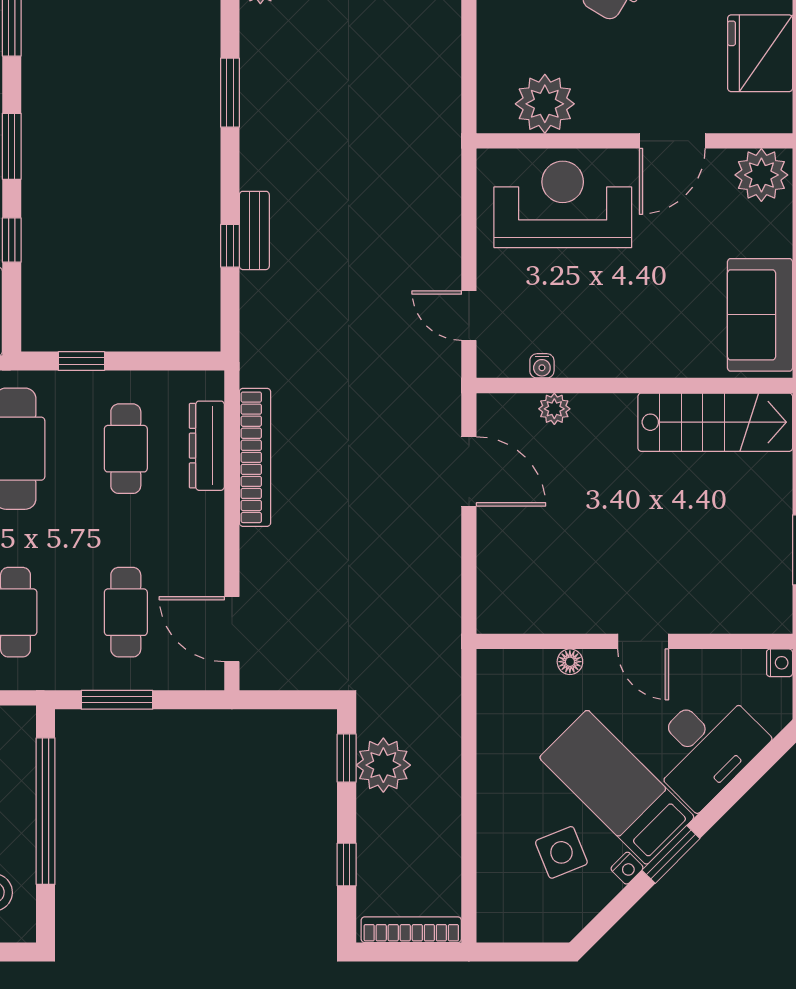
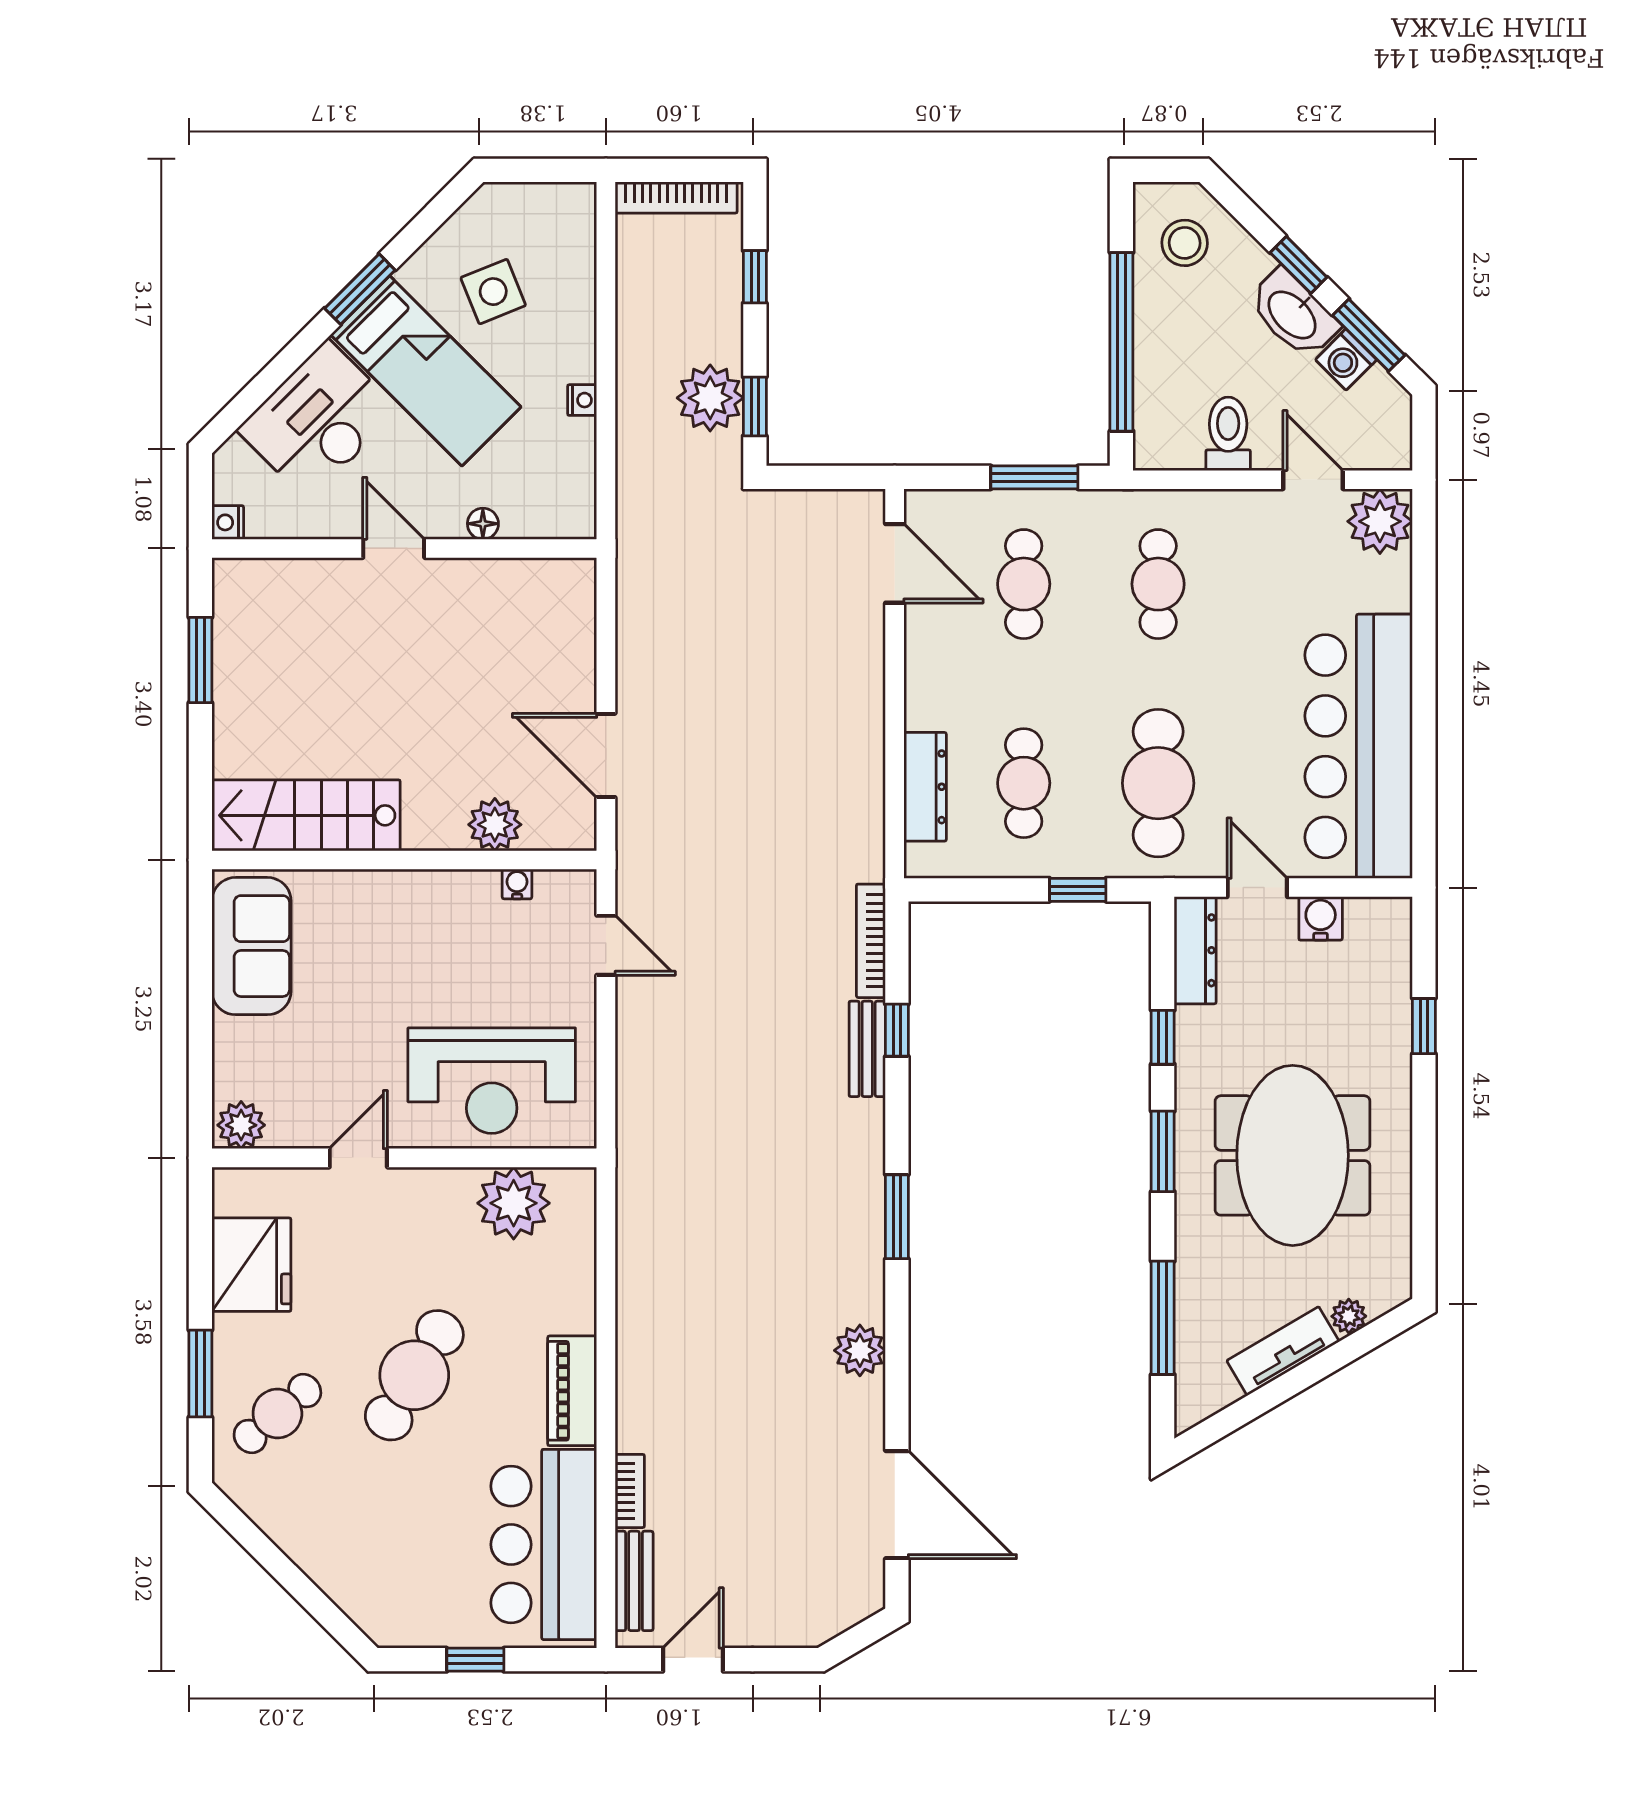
door: (672, 141) -> (358, 1158), width x0.73
plant: (761, 175) -> (241, 1125), width x0.73, depth x0.73
plant: (554, 409) -> (495, 825), width x1.38, depth x1.38
bookcase: (255, 457) -> (871, 941), moved, width x0.68, depth x0.76
nightstand: (627, 868) -> (582, 400), moved, turned 135

